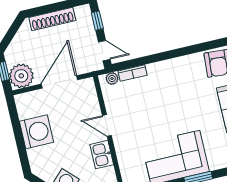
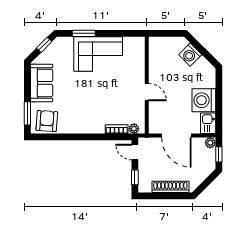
plant: (21, 76) -> (210, 143), width x0.53, depth x0.53
door: (59, 82) -> (176, 136), hinge flipped
kitchen sink: (102, 155) -> (208, 123), moved, turned 180

